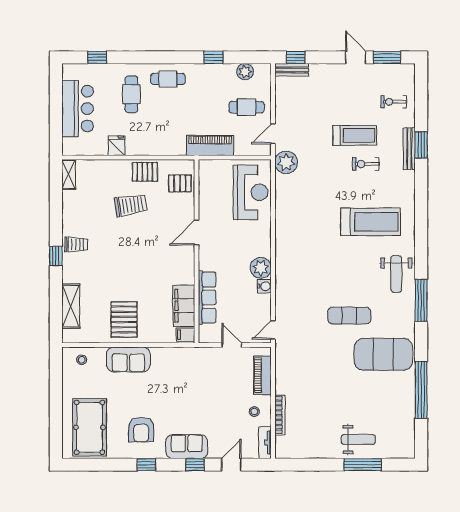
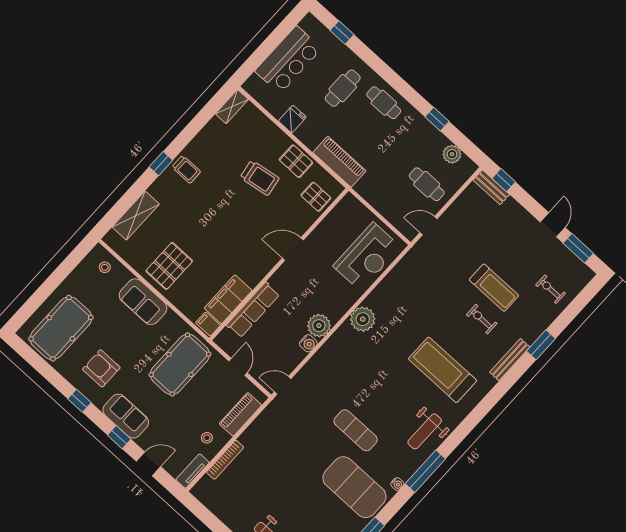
piano: (210, 146) -> (339, 162), moved
bench: (409, 149) -> (510, 360), moved
plant: (286, 162) -> (363, 319), moved
treadmill: (371, 222) -> (443, 370), turned 180
water cooler: (410, 326) -> (397, 484), added
pool table: (191, 379) -> (180, 364), added
armchair: (141, 430) -> (101, 368), turned 90

